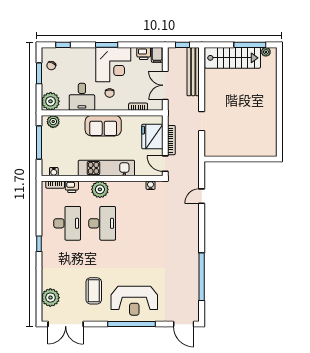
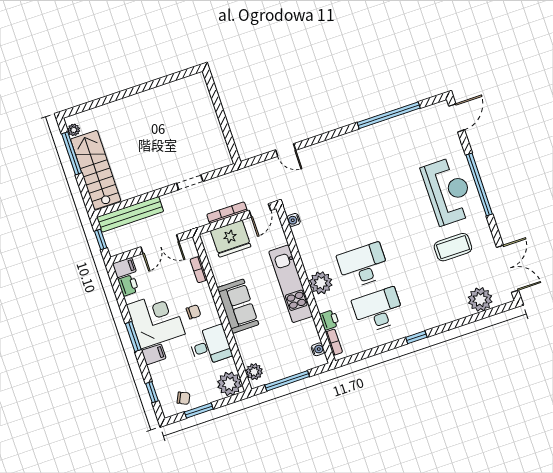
filing cabinet: (89, 55) -> (154, 354), added

